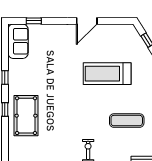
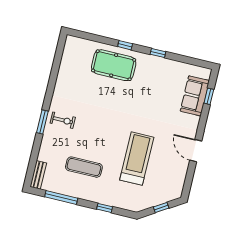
sofa: (18, 41) -> (195, 96), moved, turned 90
exercise mat: (127, 121) -> (84, 167), turned 90

